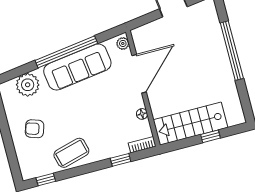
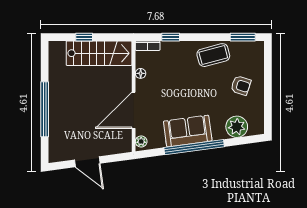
sofa: (77, 67) -> (188, 131), width x0.73
window: (46, 180) -> (243, 37), width x1.50

